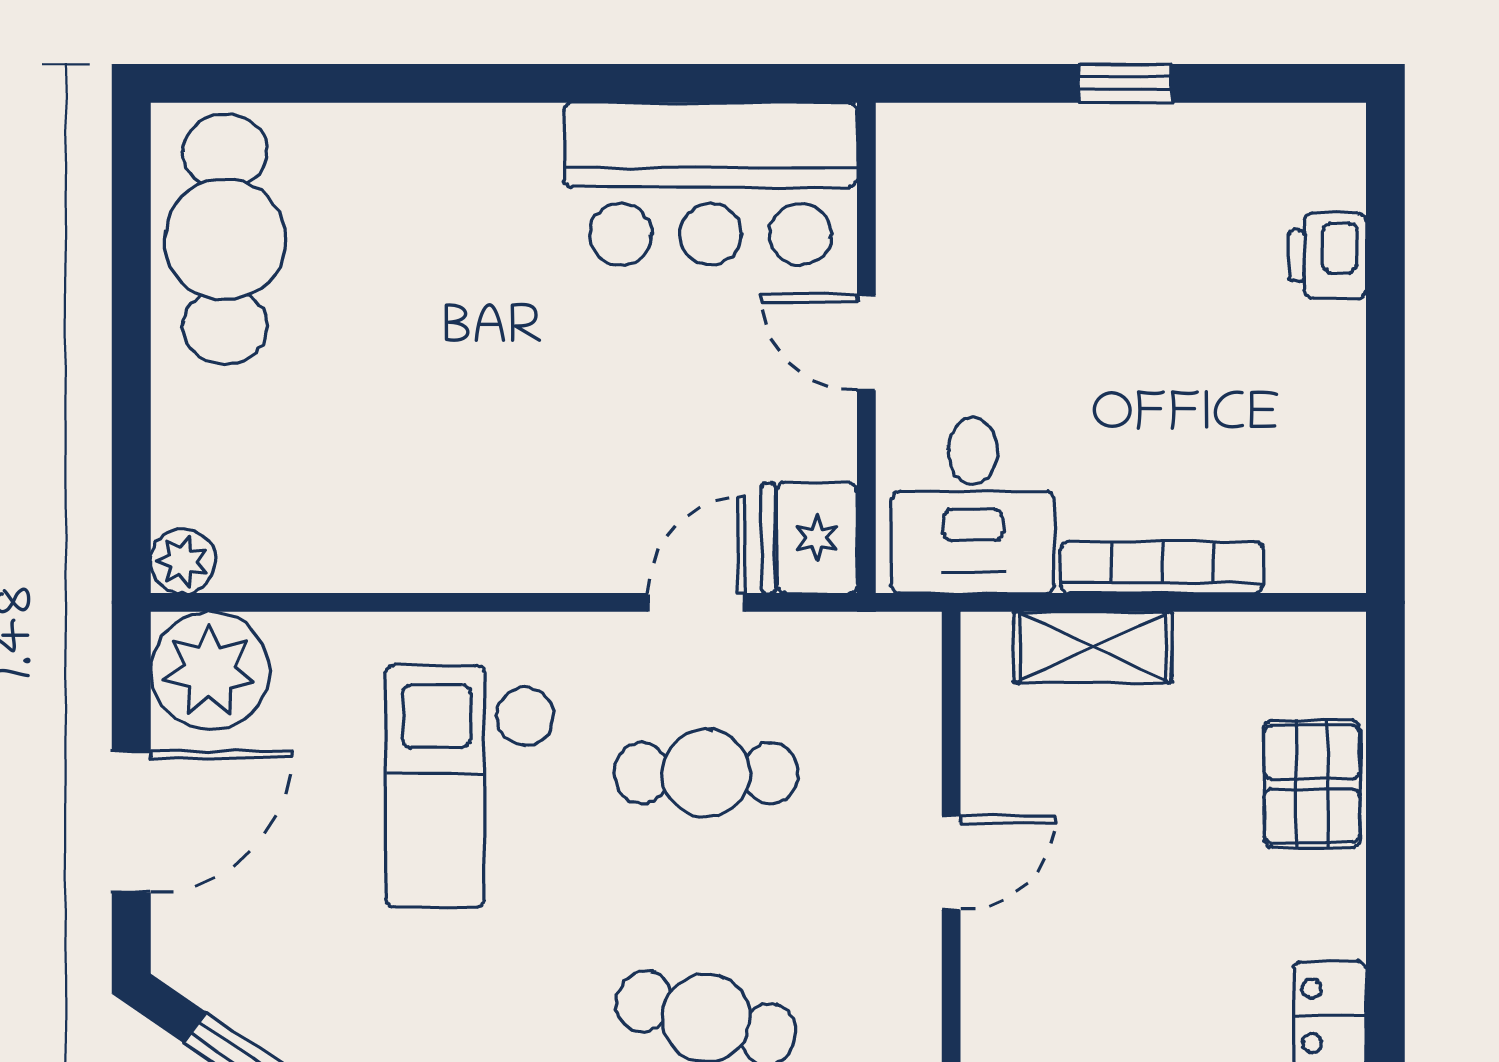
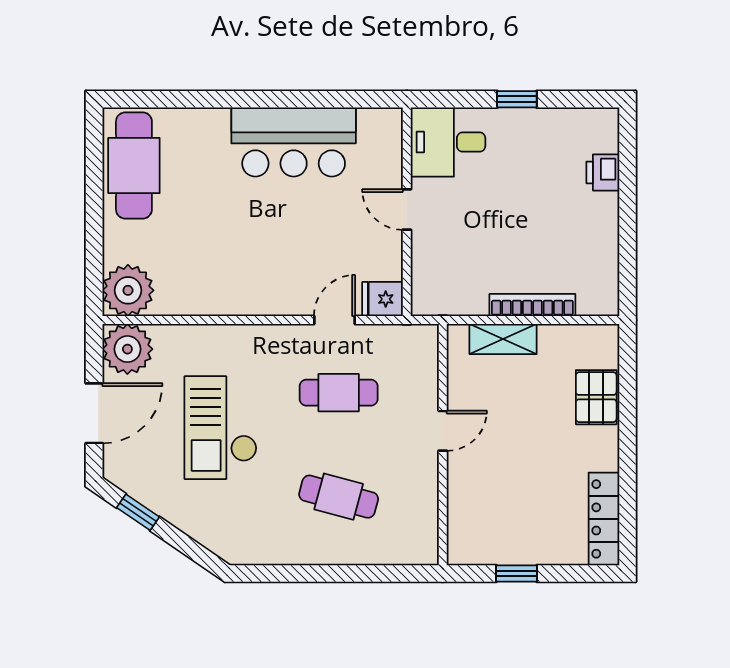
bar counter: (711, 184) -> (294, 142), moved
desk: (973, 505) -> (448, 142), moved, turned 90
fridge: (809, 538) -> (382, 299), width x0.72
plant: (183, 561) -> (128, 290), width x1.87, depth x1.87
checkout: (471, 786) -> (221, 428), moved

